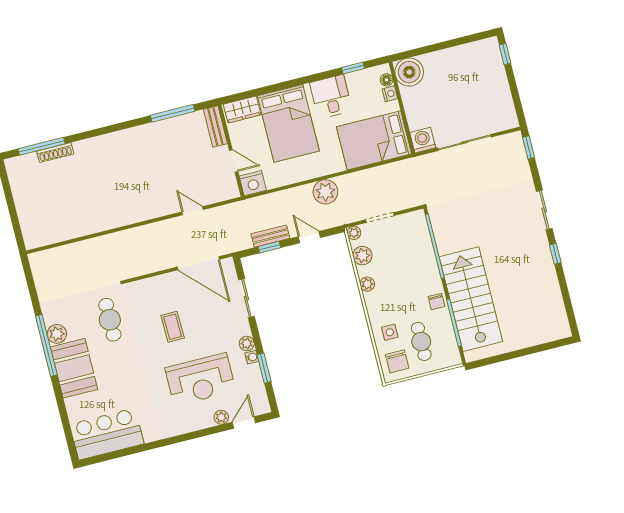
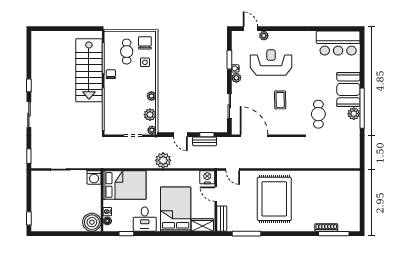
rug: (144, 176) -> (274, 199), added
door: (193, 211) -> (233, 169), moved
door: (244, 422) -> (250, 29), swing flipped

